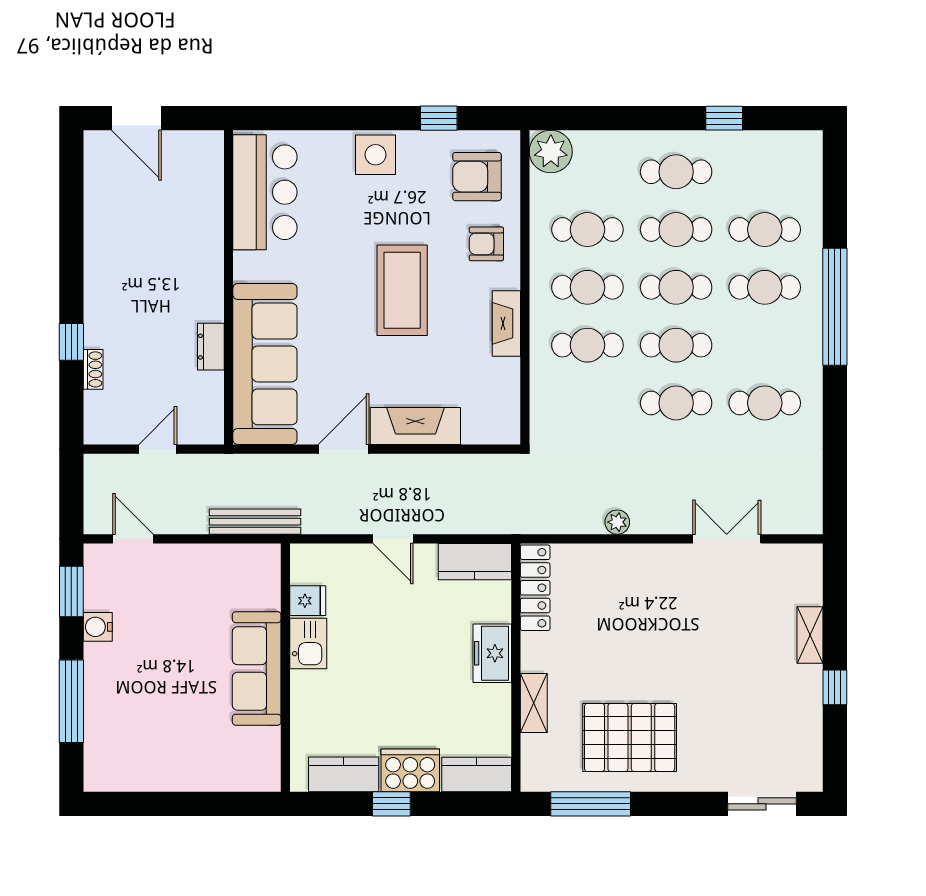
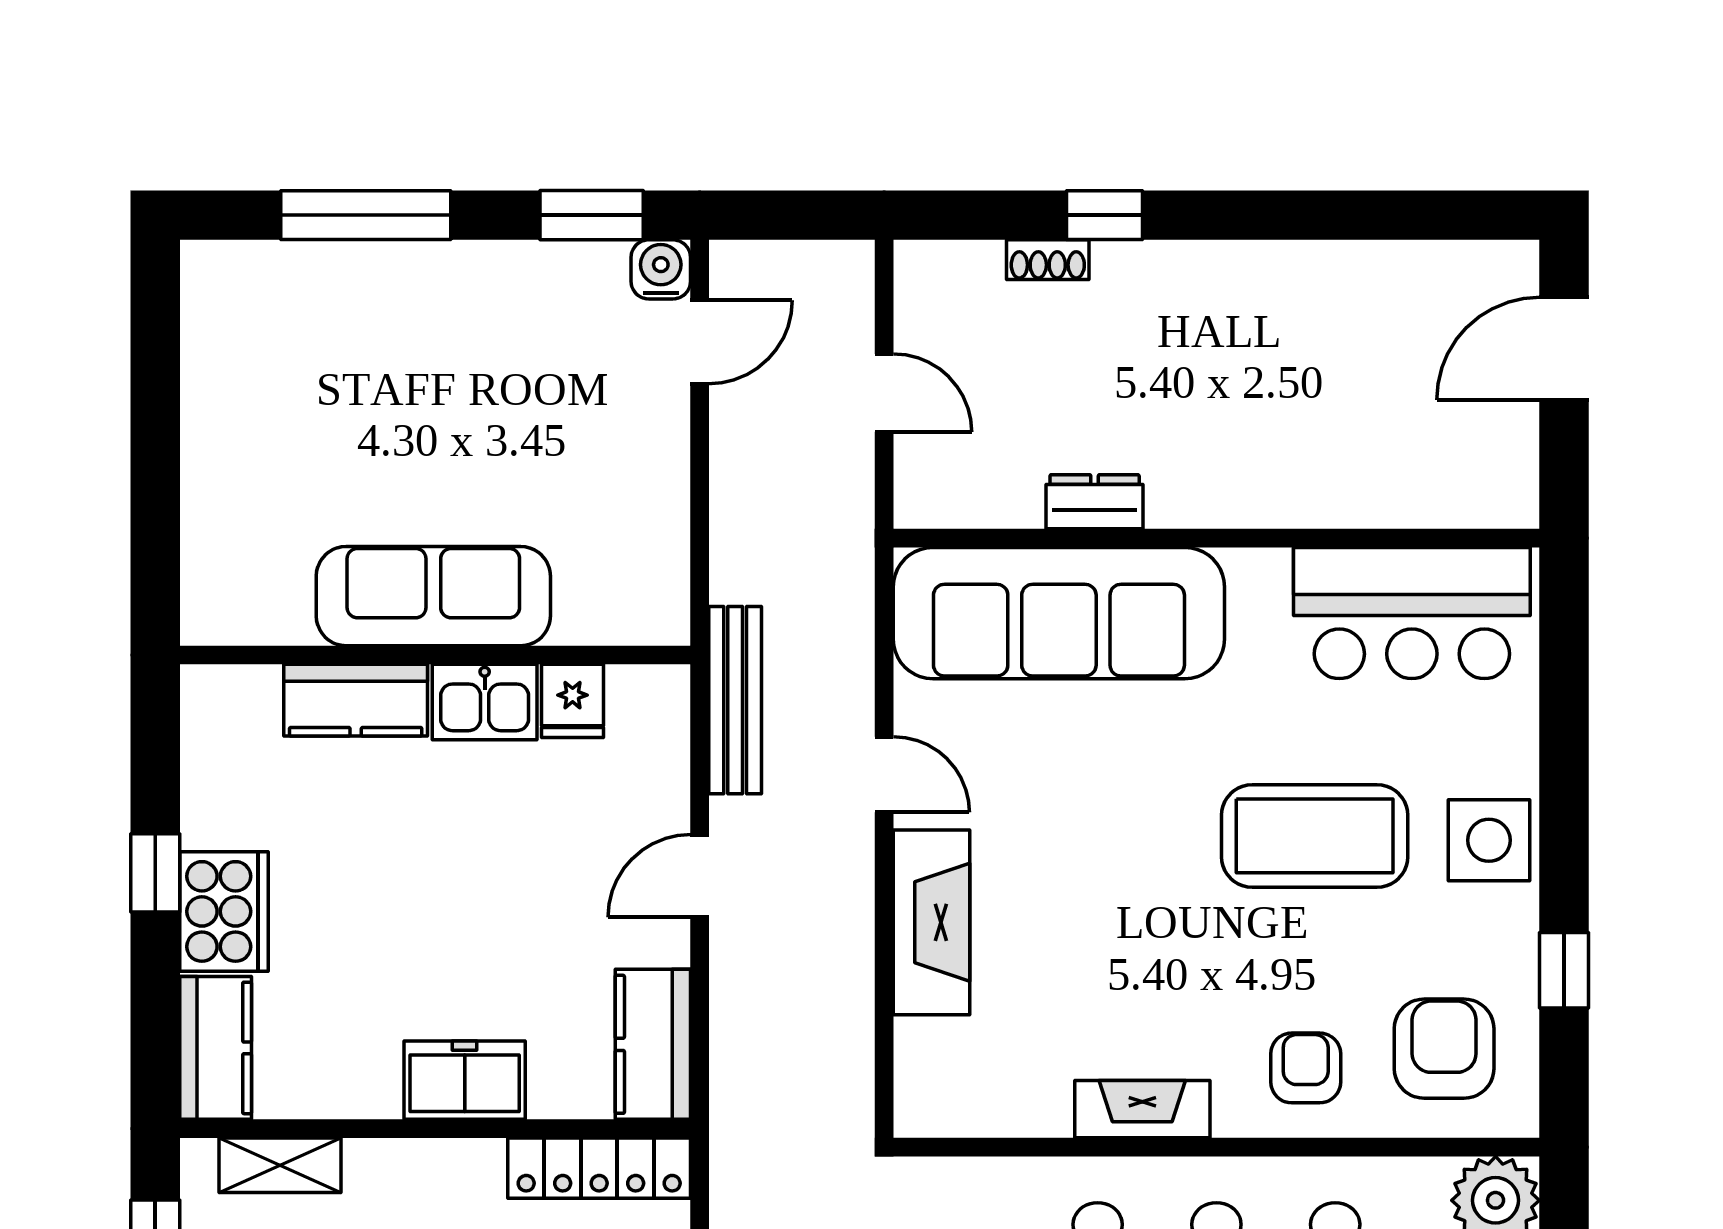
coffee table: (402, 290) -> (1315, 836), moved
door: (344, 449) -> (884, 775), width x0.73
bench: (255, 522) -> (735, 700), moved
water cooler: (98, 627) -> (661, 269), moved
shelving: (534, 703) -> (280, 1165), moved
kitchen counter: (344, 774) -> (356, 700), moved, turned 90

